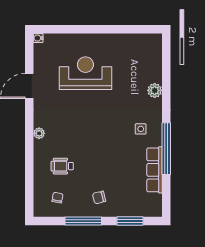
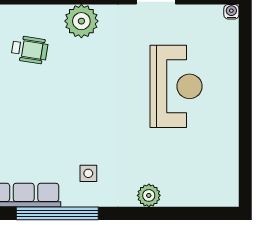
plant: (39, 133) -> (81, 21), width x1.88, depth x1.88
wheelchair: (62, 166) -> (30, 50), turned 99

